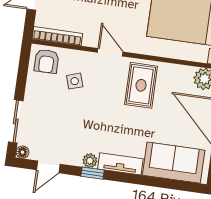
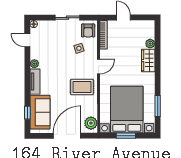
armchair: (47, 61) -> (88, 30), turned -90
sliding door: (16, 121) -> (68, 18), moved
window: (93, 173) -> (27, 113), moved

